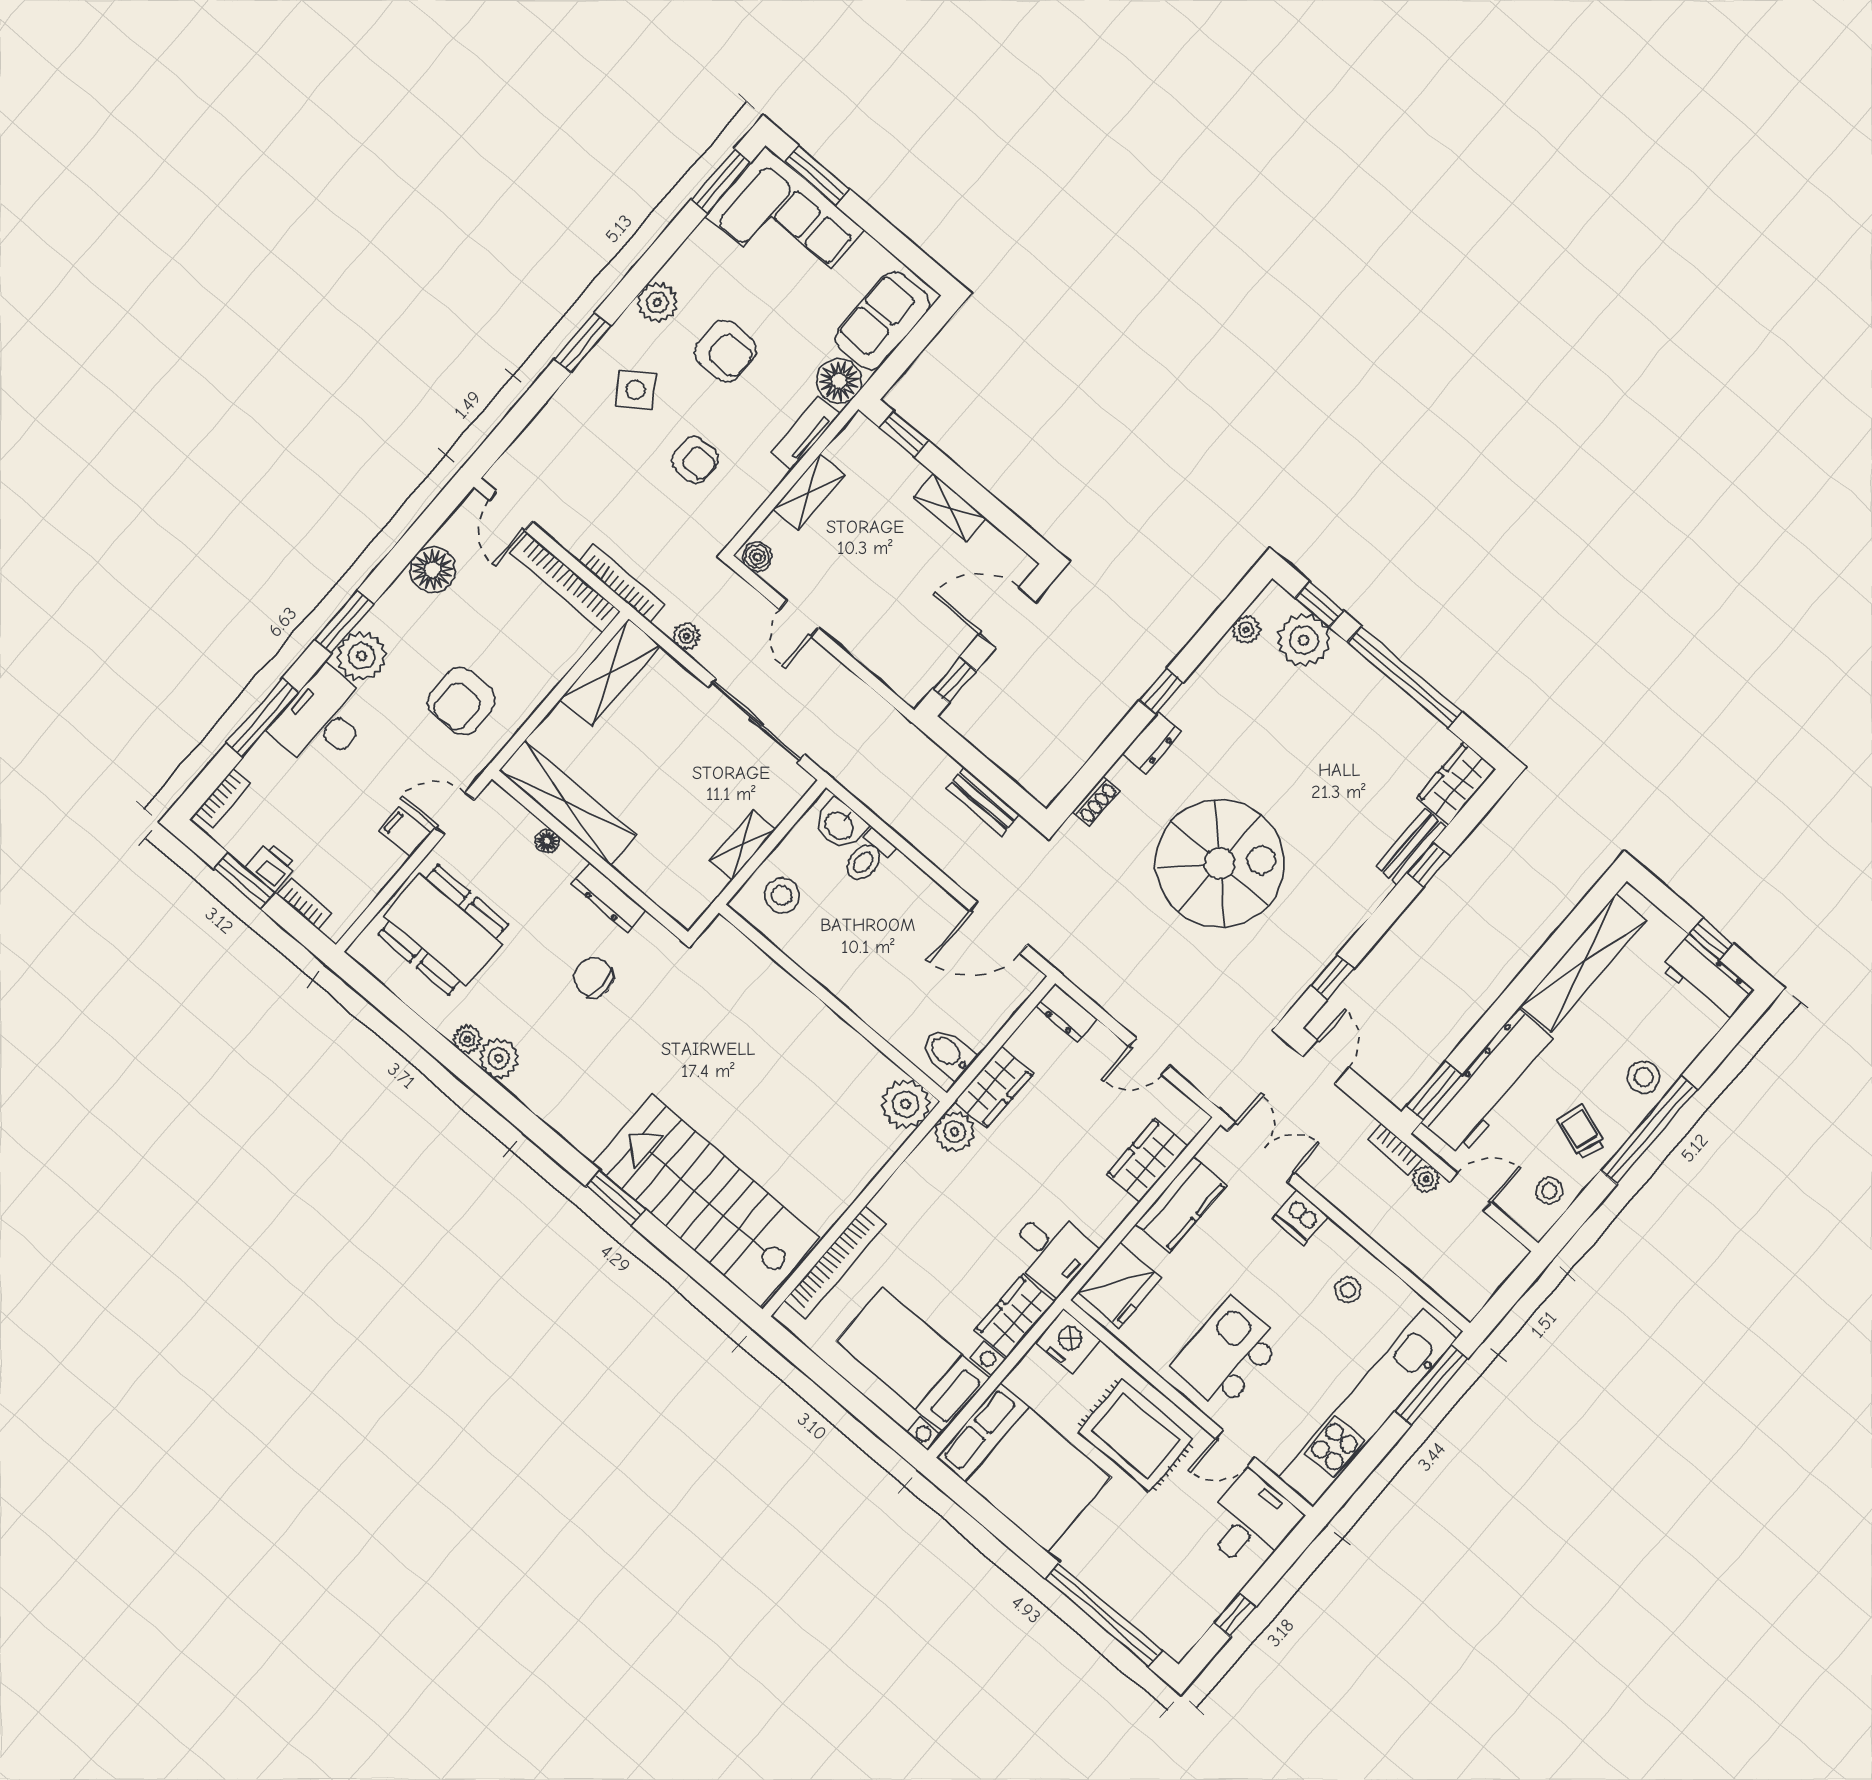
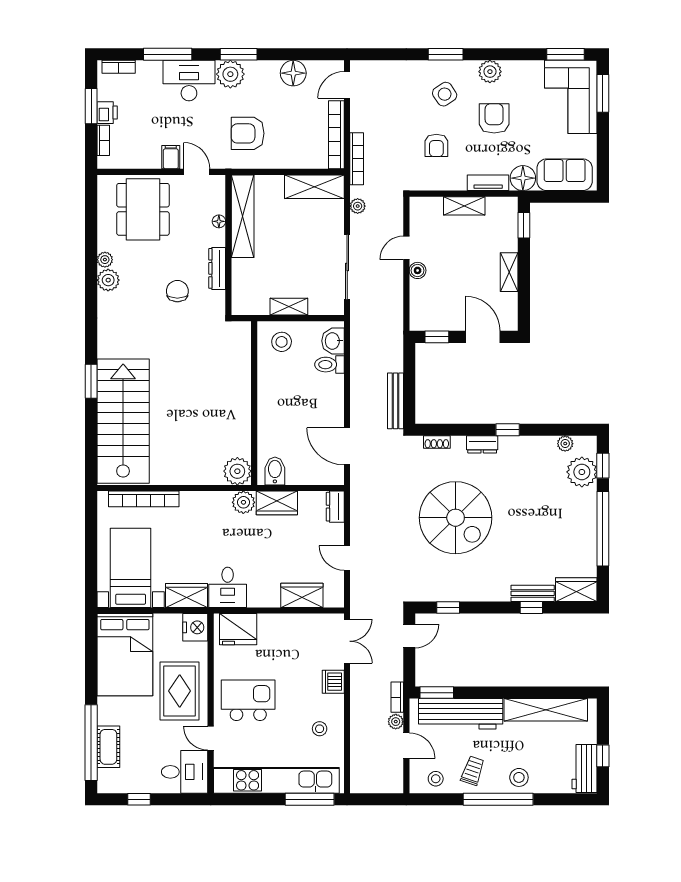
armchair: (725, 351) -> (494, 118), turned 180
boiler: (757, 557) -> (418, 270), moved
bench: (983, 801) -> (395, 401), width x1.36
kitchen counter: (1181, 1205) -> (295, 626), removed
cot: (1129, 1596) -> (108, 747), added

